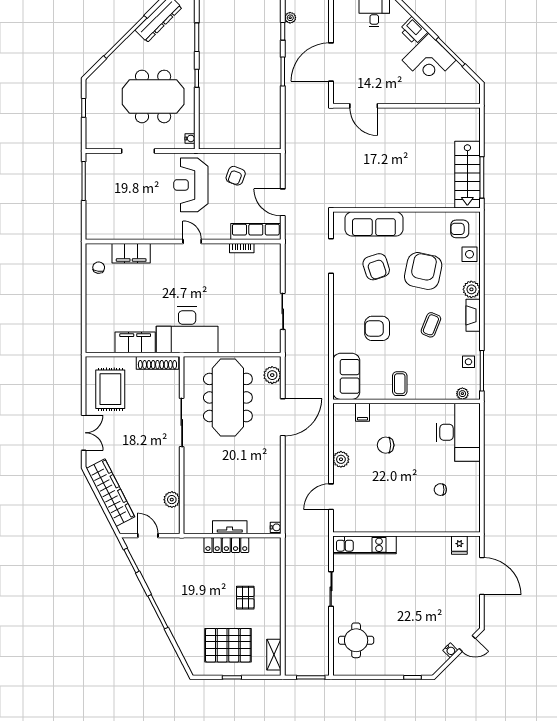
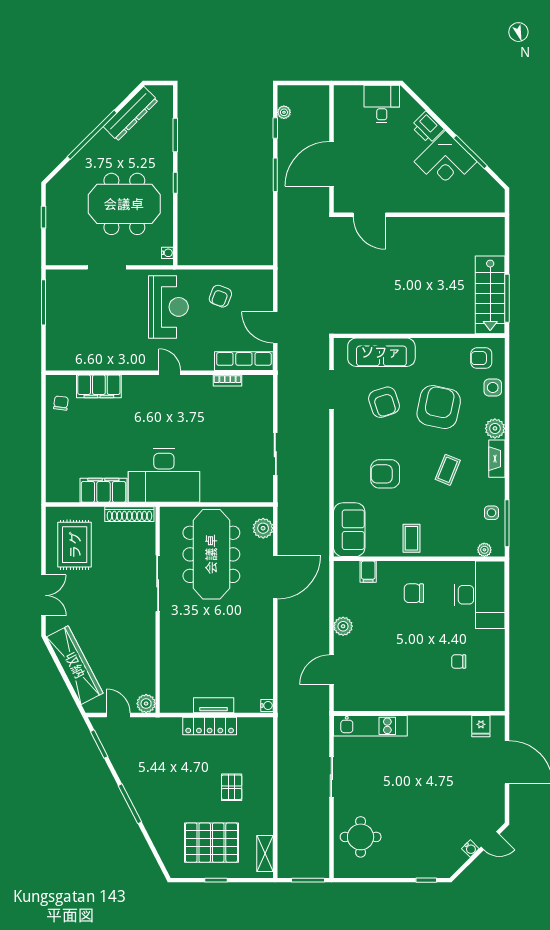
reception desk: (191, 185) -> (168, 307), turned 180
chair: (386, 445) -> (414, 593), moved
plant: (172, 500) -> (146, 704), moved

